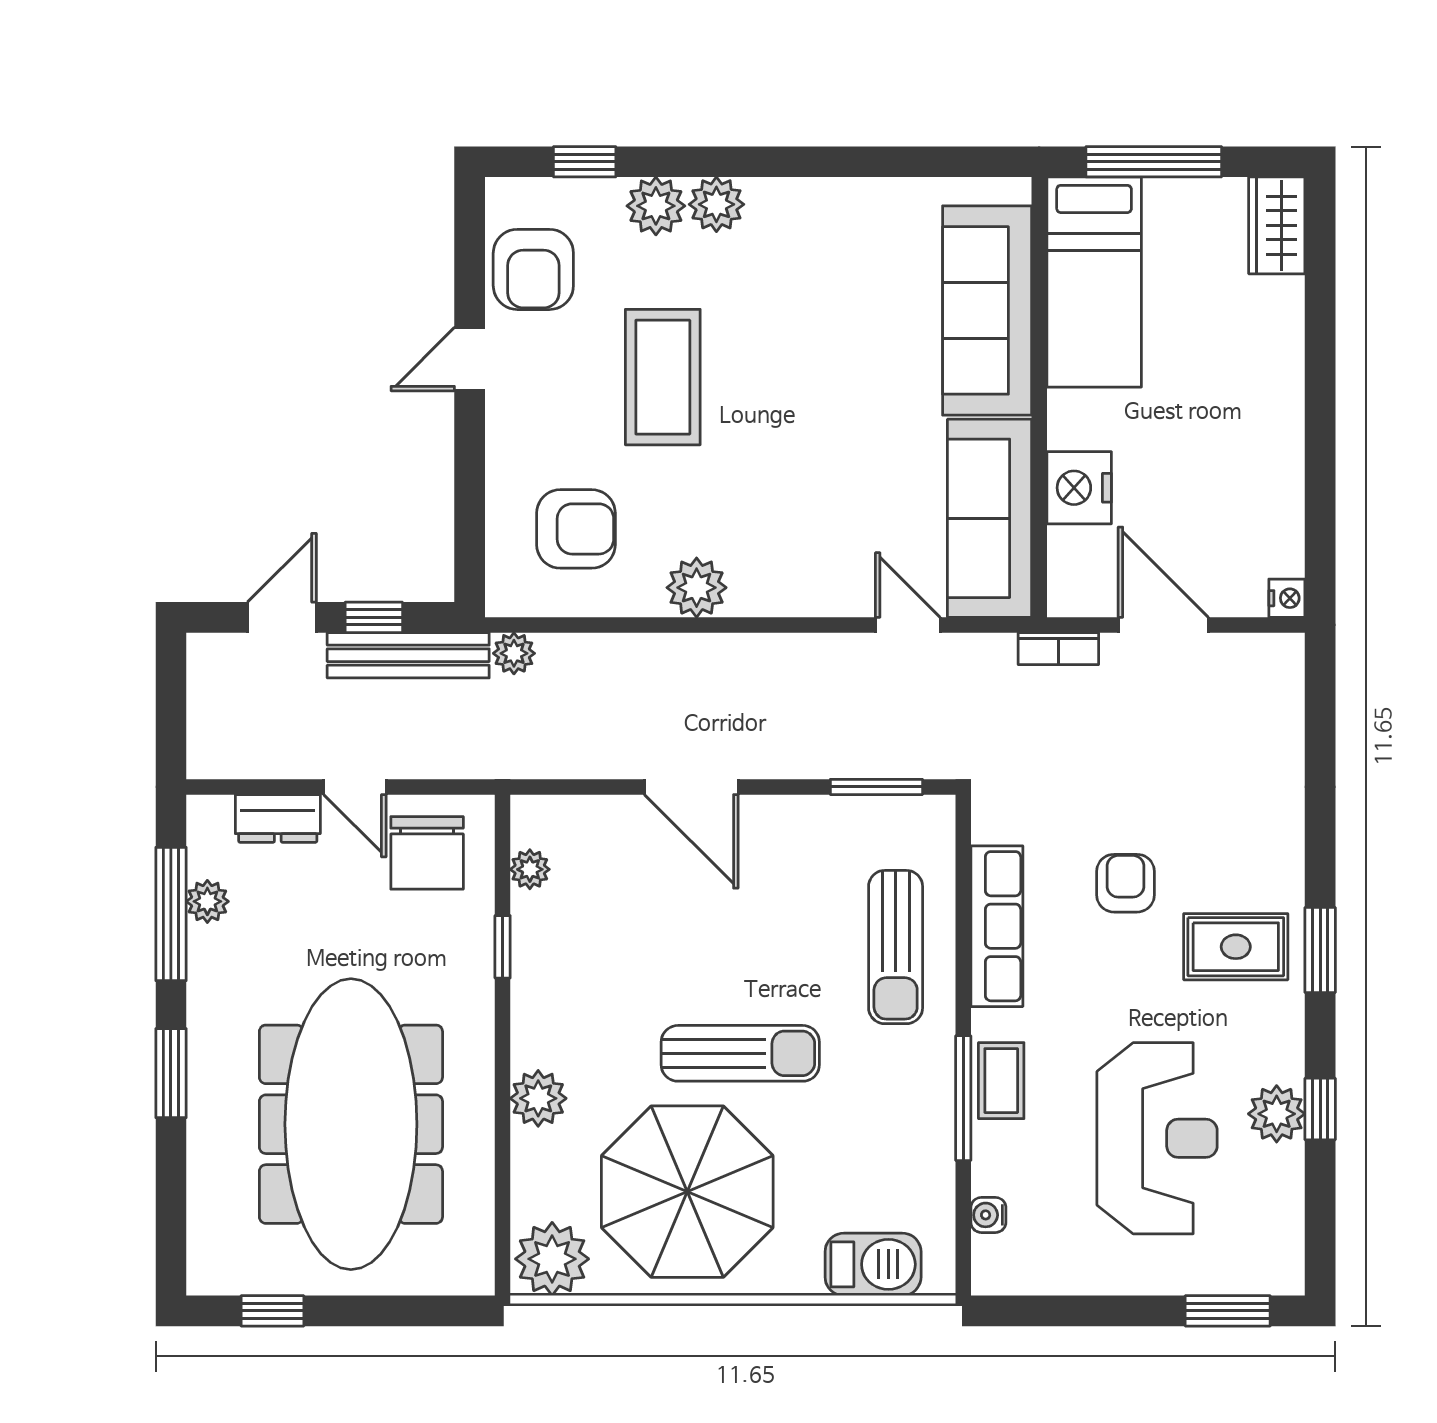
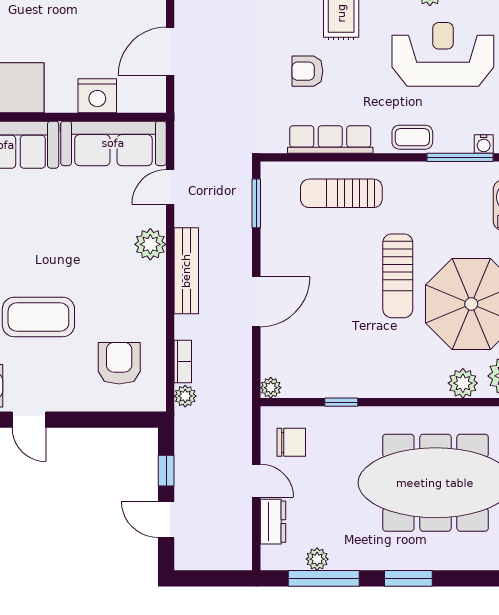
plant: (697, 588) -> (150, 244), moved
bookcase: (1058, 649) -> (183, 362), moved
bench: (408, 655) -> (186, 271), moved
door: (355, 787) -> (256, 481), hinge flipped
chair: (427, 853) -> (291, 442), width x0.73, depth x0.73
plant: (530, 869) -> (271, 388), moved
sun lounger: (896, 947) -> (341, 193), turned 180
sun lounger: (740, 1053) -> (398, 276), turned 180
plant: (538, 1098) -> (463, 383), moved
window: (963, 1098) -> (460, 157), moved

